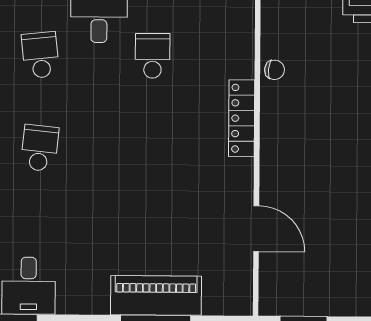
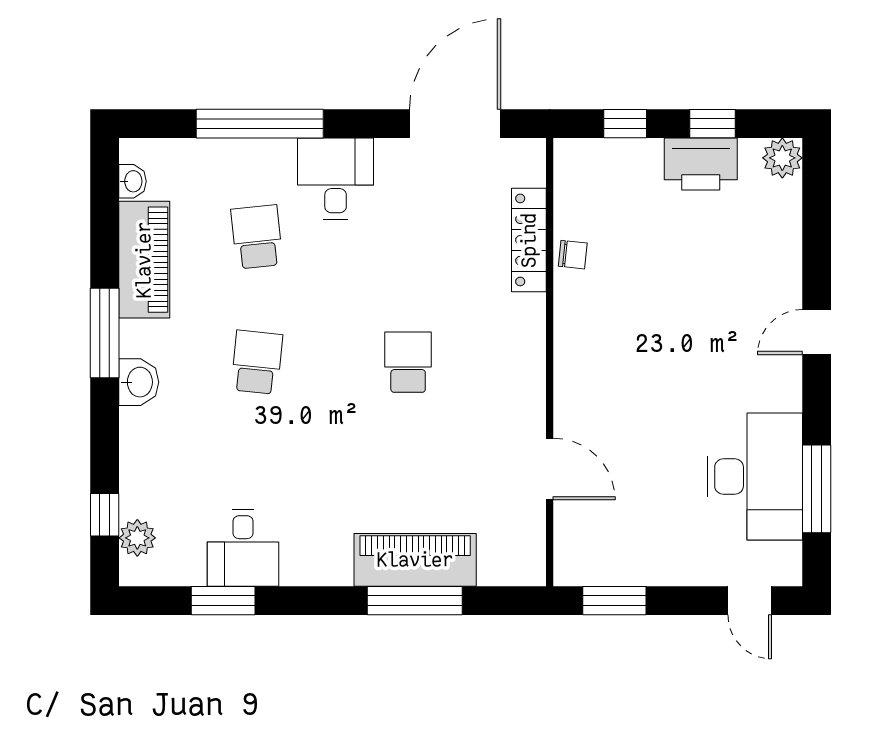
school desk: (153, 56) -> (408, 362), moved
locker: (242, 118) -> (529, 240), moved

